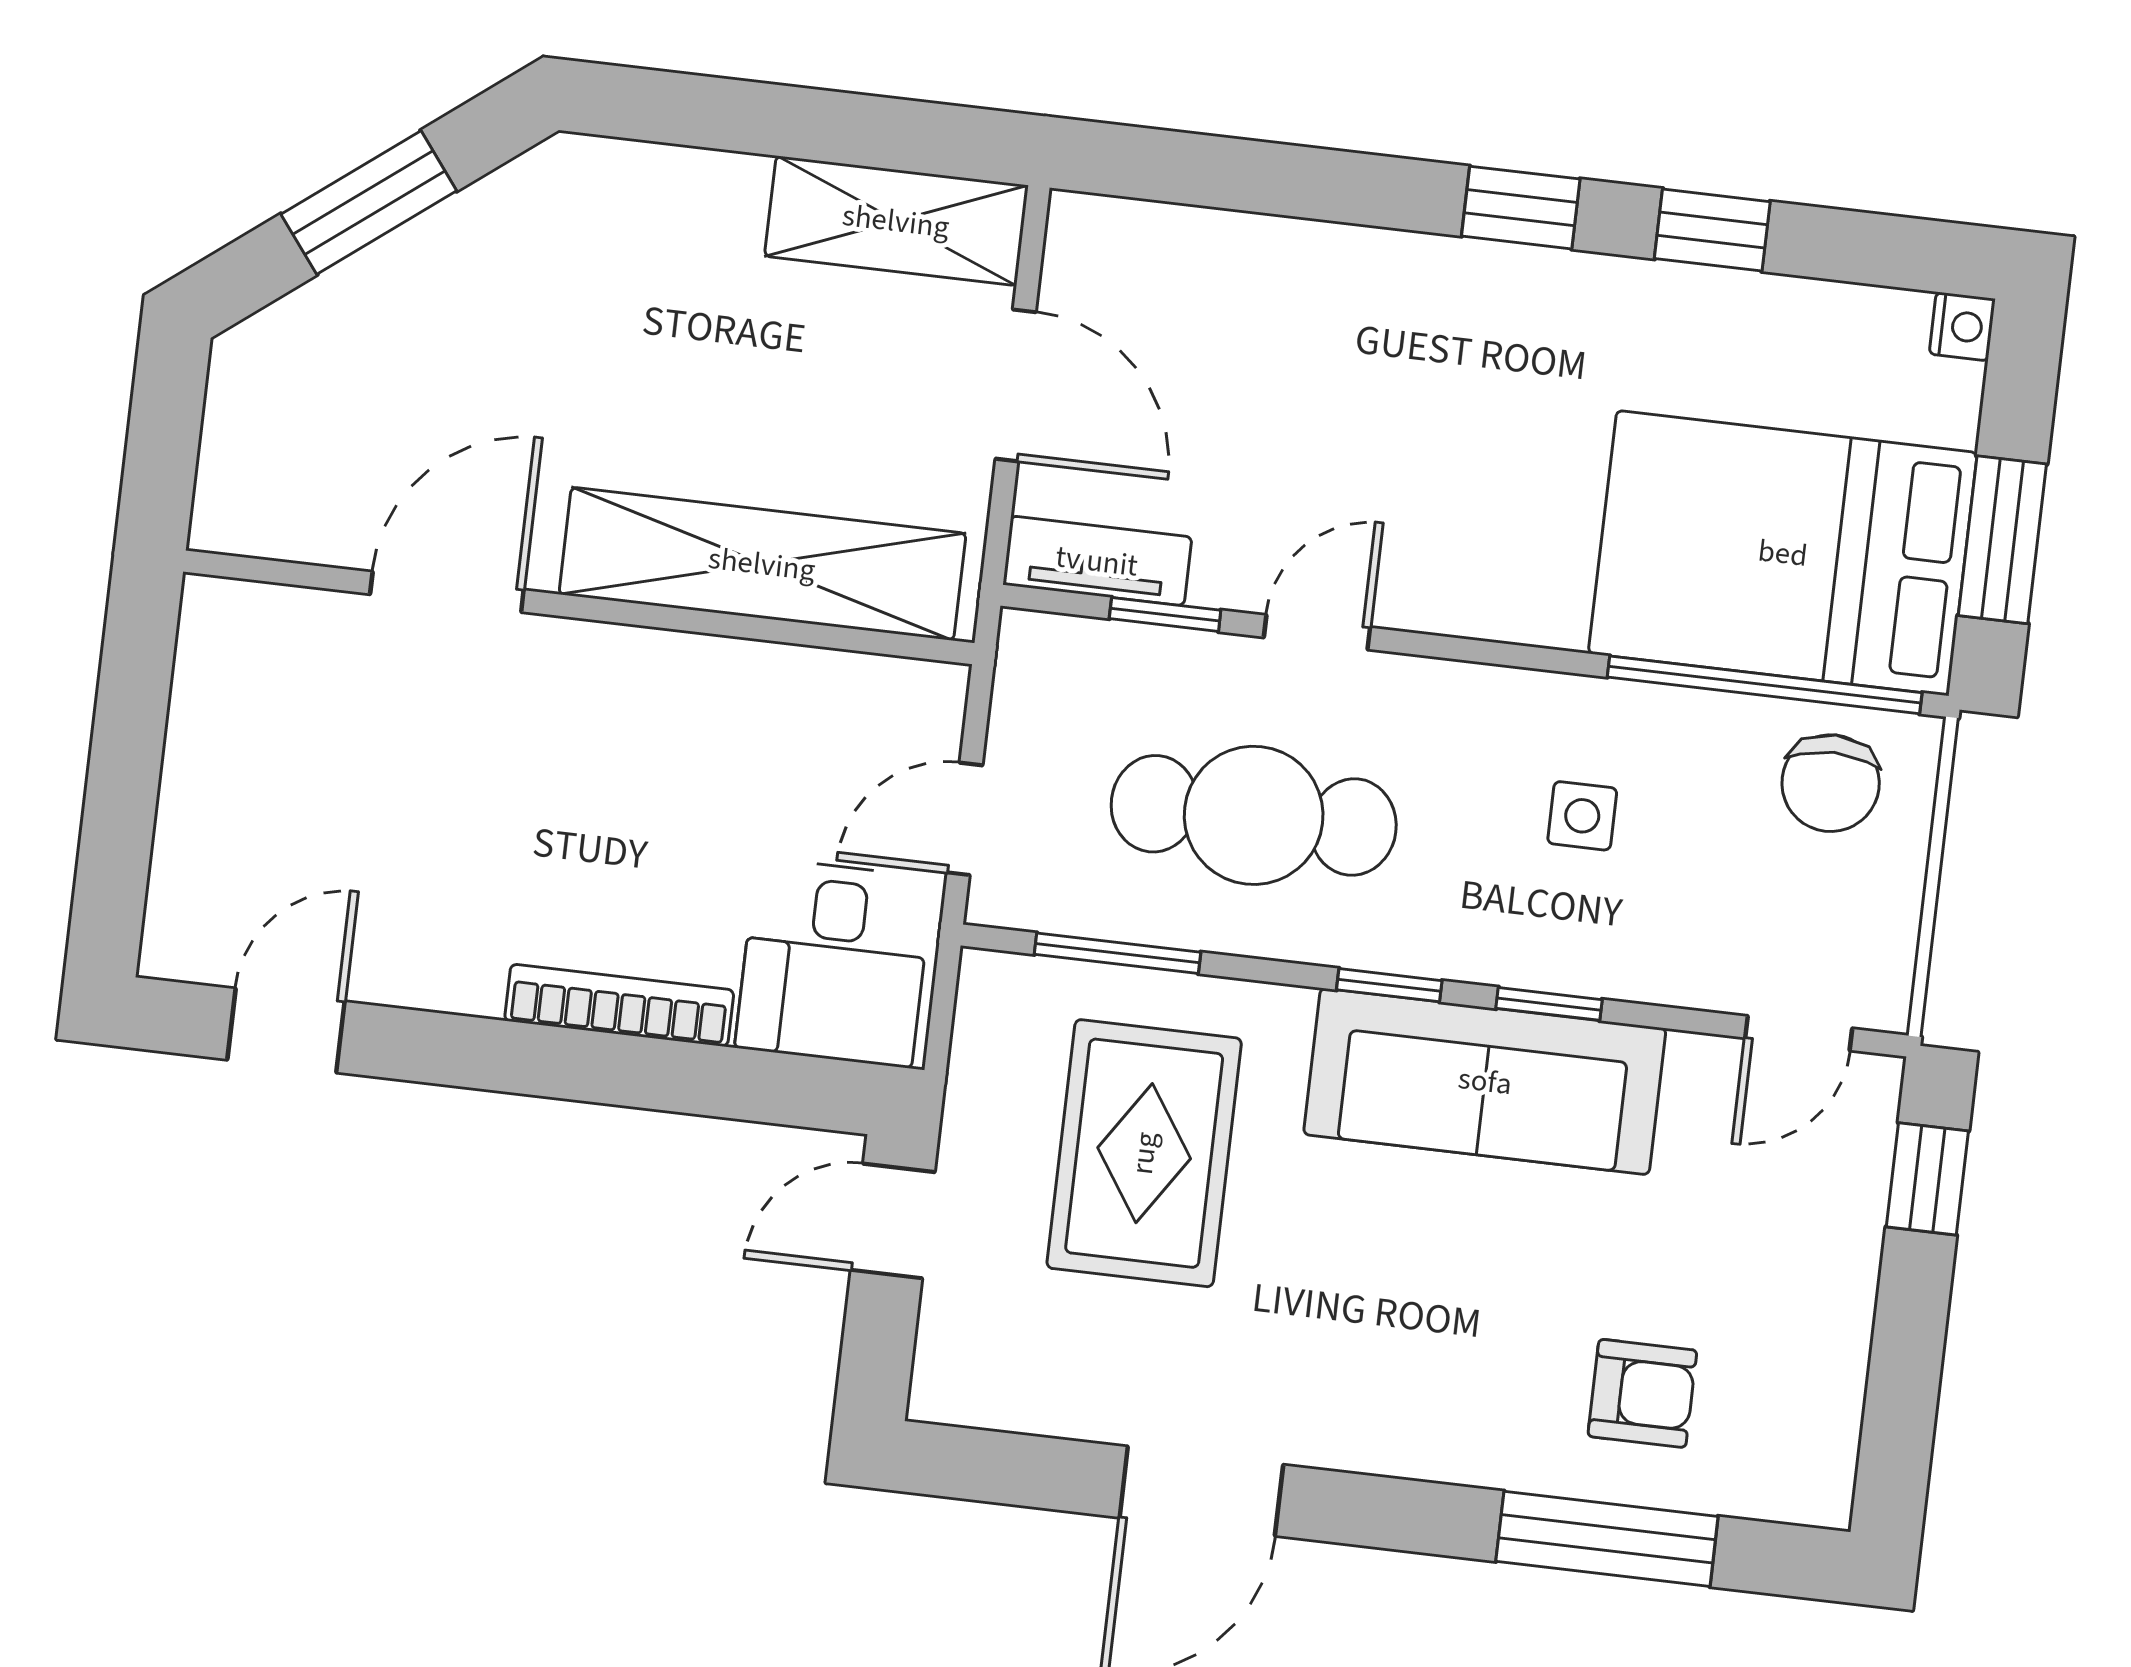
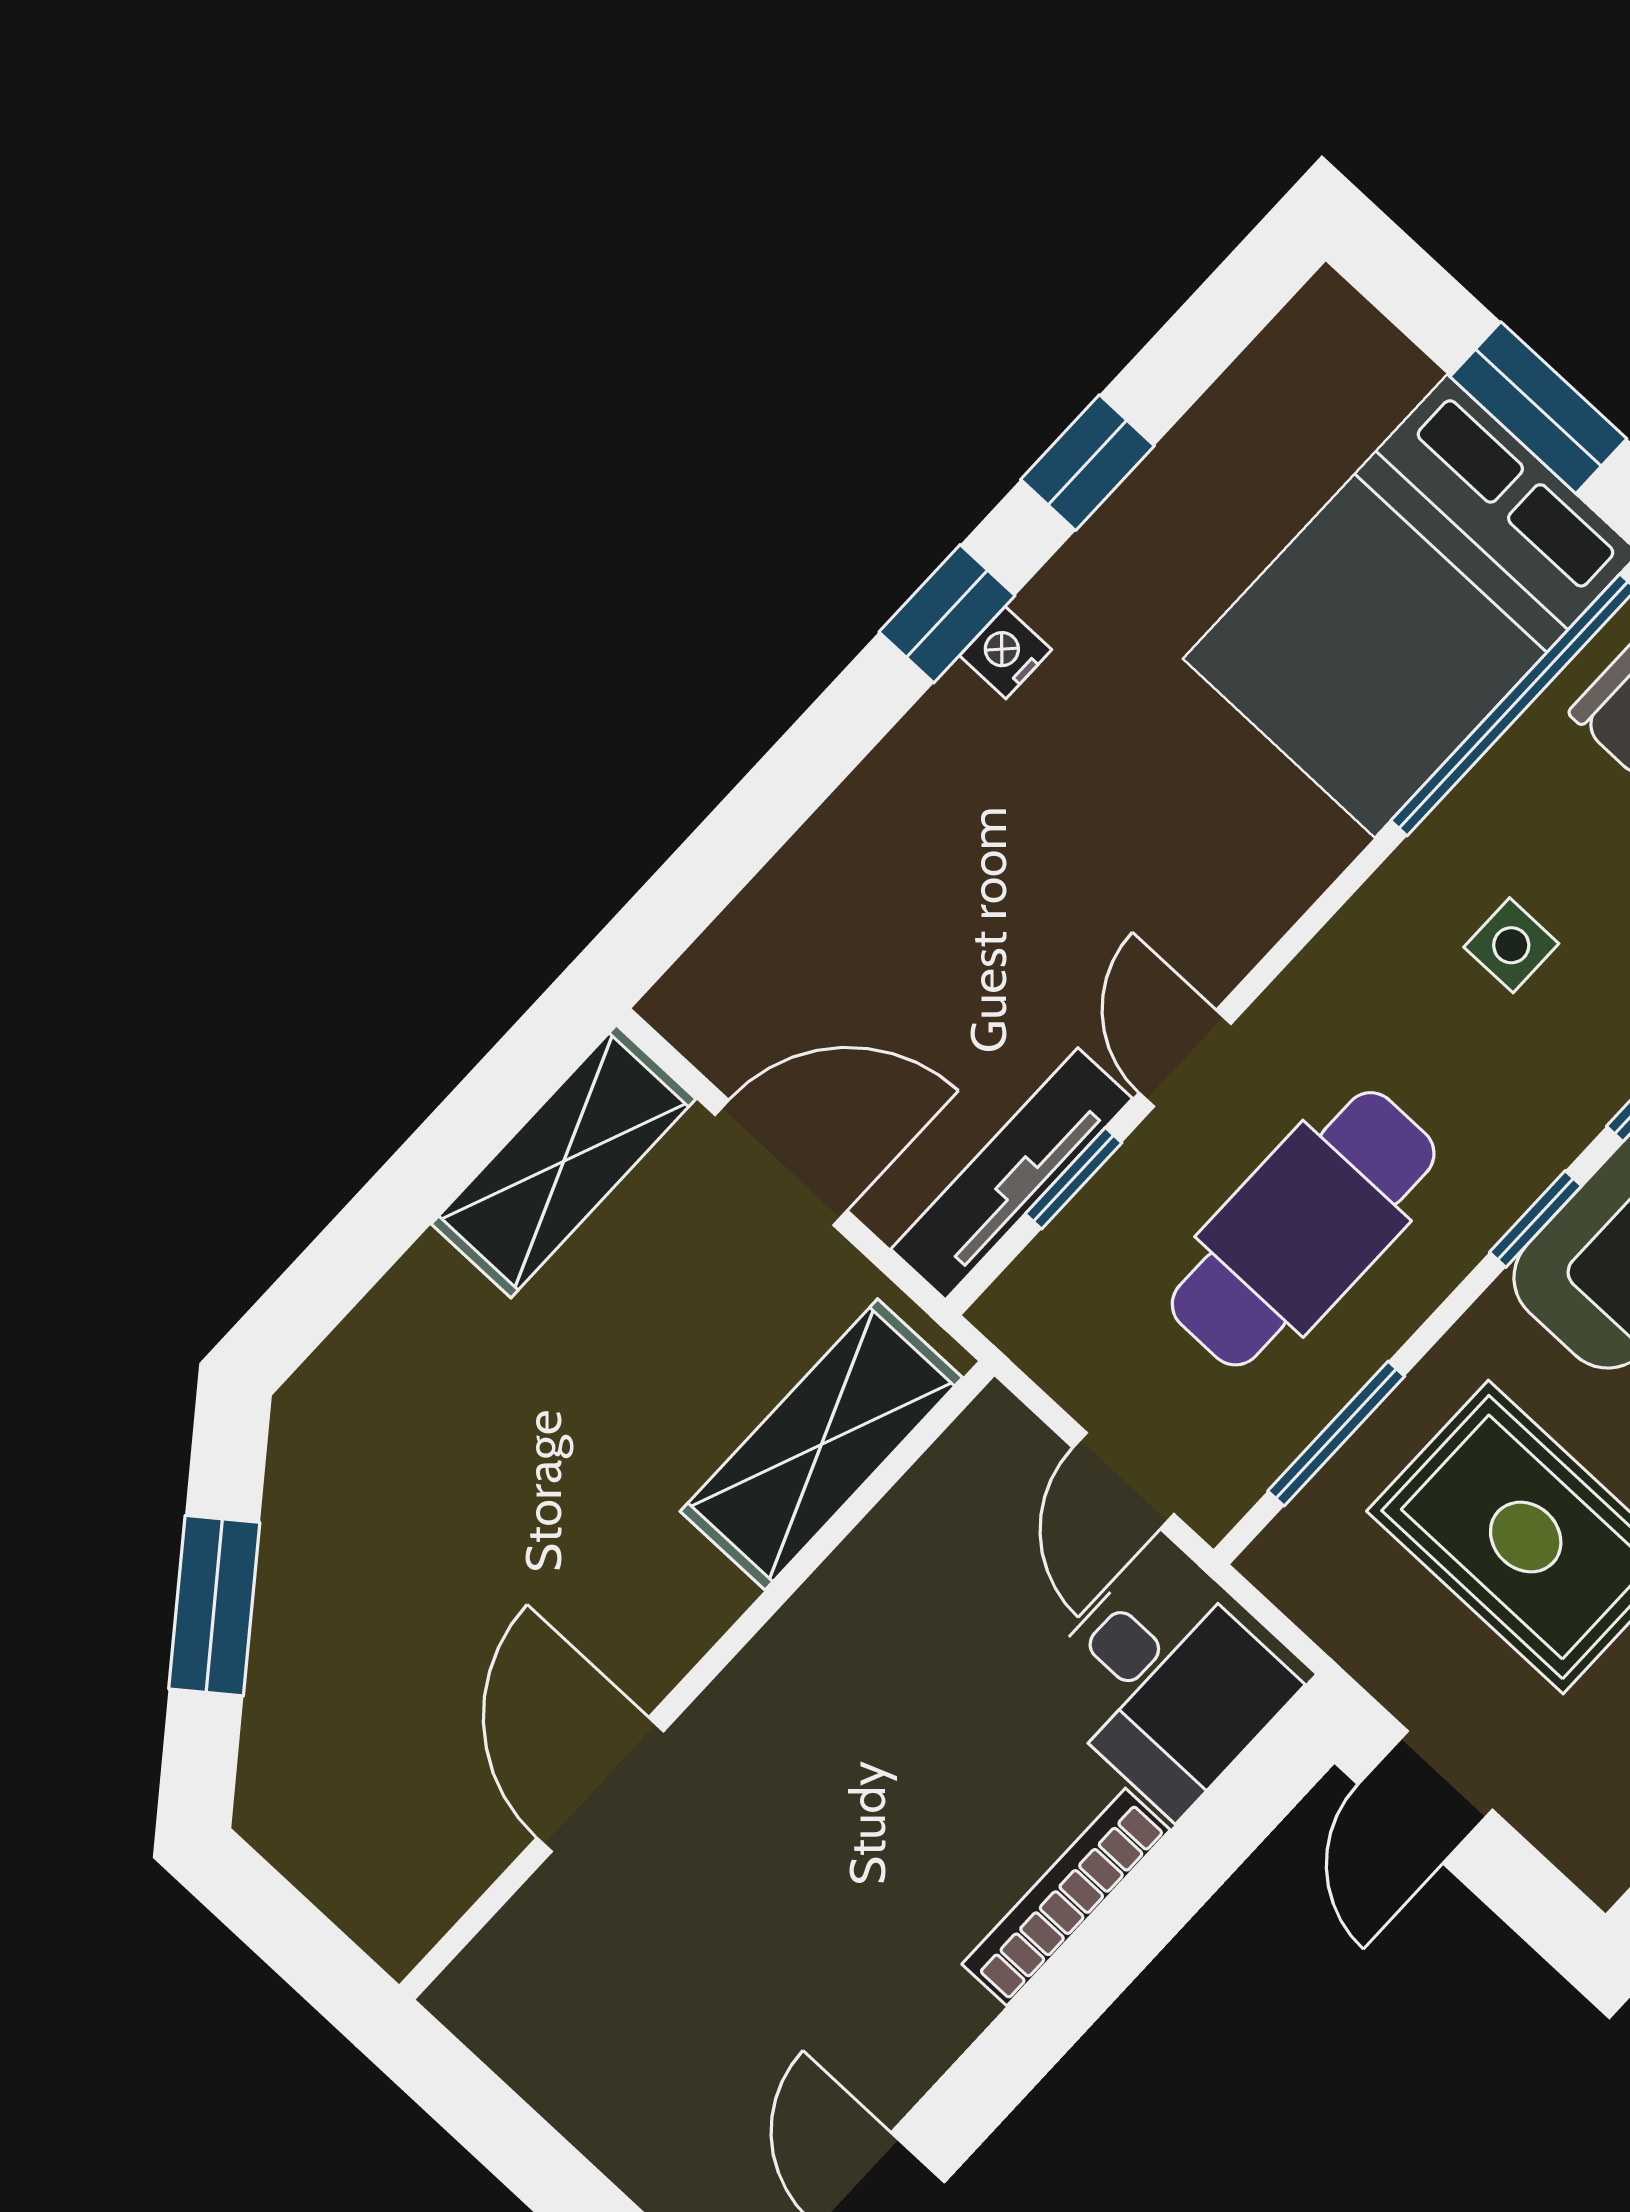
nightstand: (1962, 326) -> (1006, 653), moved, turned -90
tv unit: (1097, 561) -> (1012, 1174), width x1.41
shelving: (762, 564) -> (821, 1444), width x0.68

